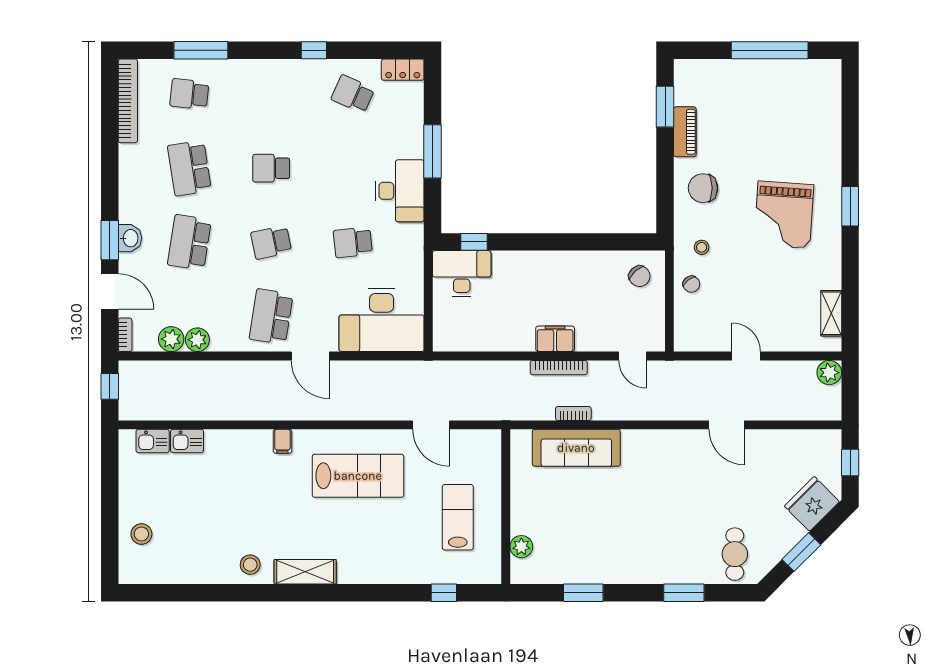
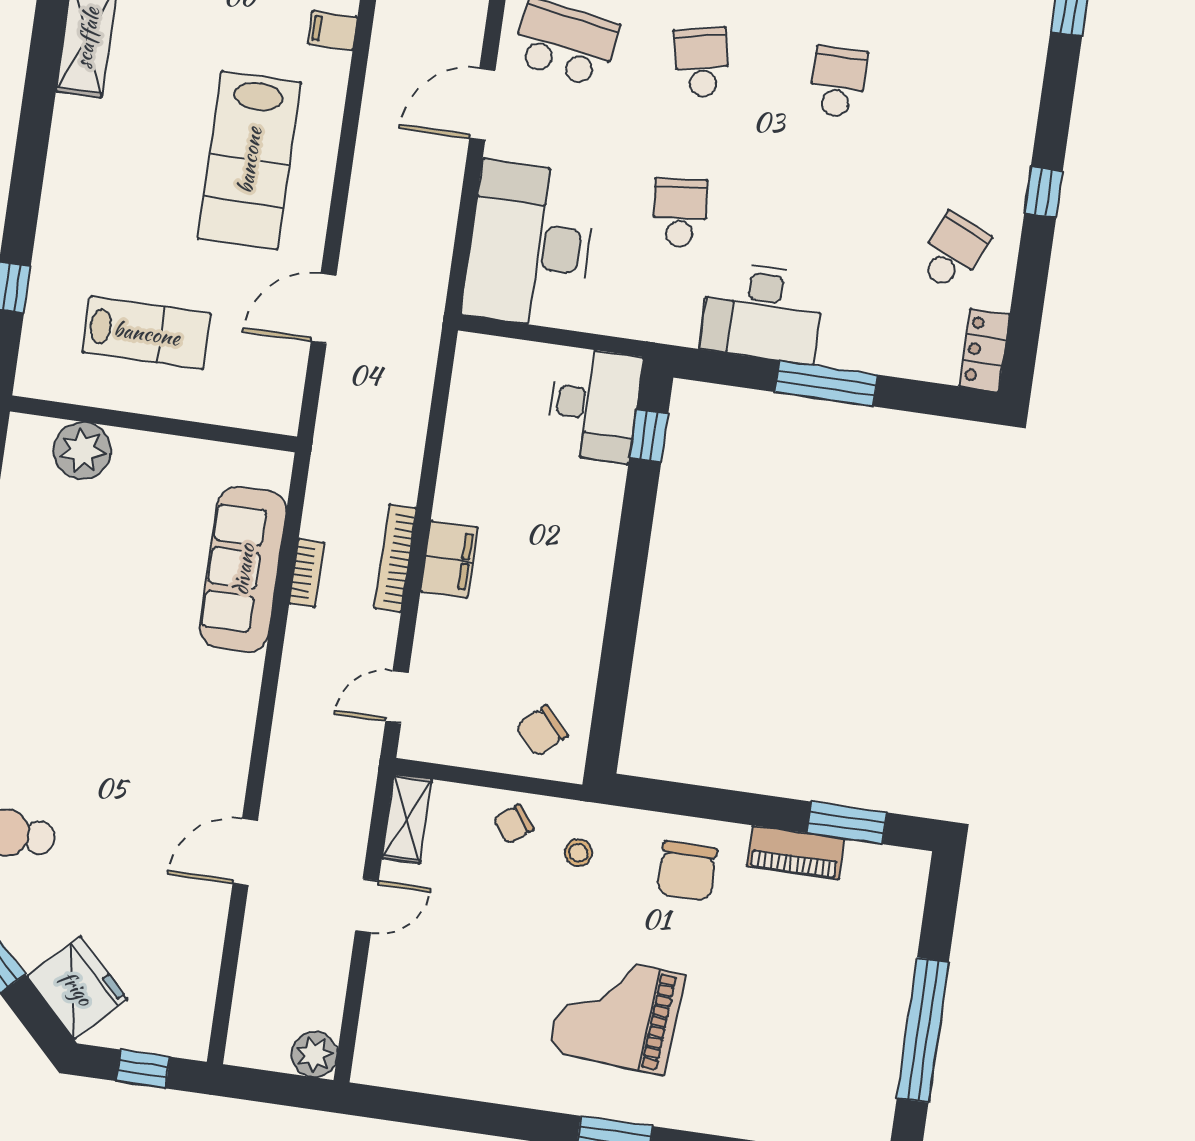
chair: (703, 188) -> (687, 871), turned 180
shelving: (831, 313) -> (407, 819), moved, turned 90
plant: (521, 547) -> (82, 451), width x1.36, depth x1.36

